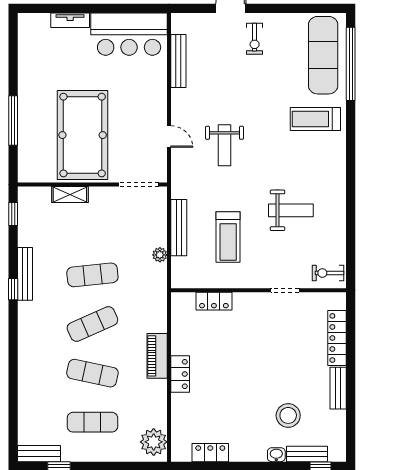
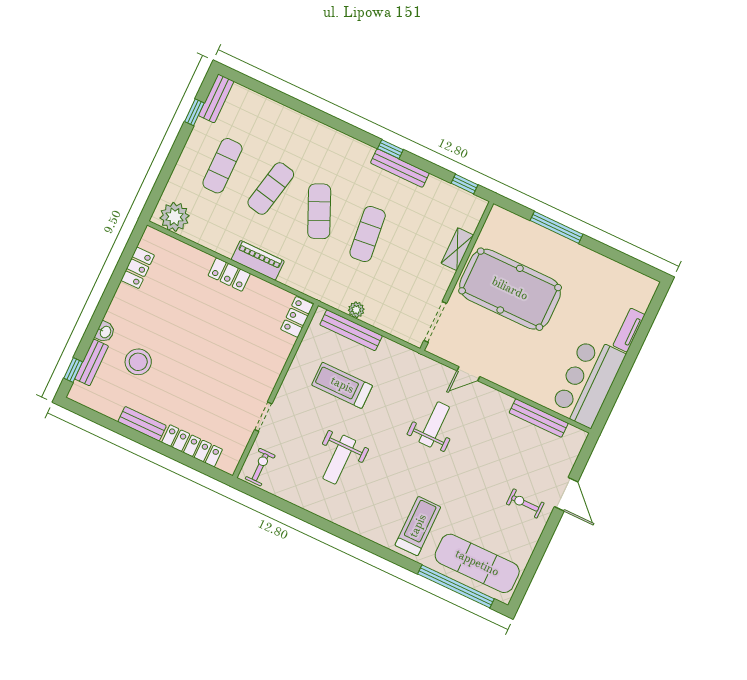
weight bench: (225, 145) -> (434, 424), turned 90
bench: (179, 228) -> (351, 330), moved
locker: (214, 301) -> (297, 317), moved

